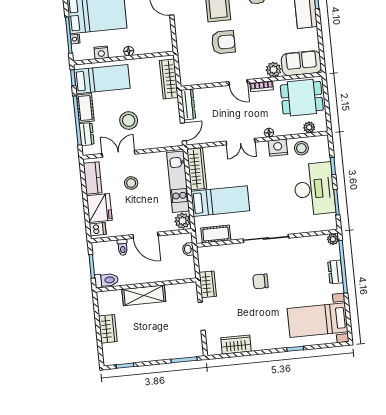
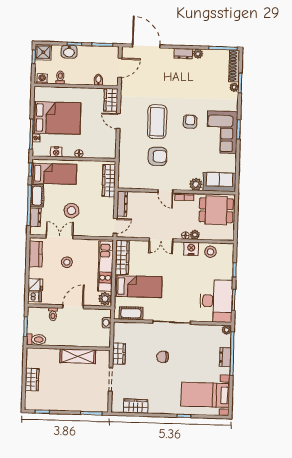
plant: (309, 127) -> (195, 235), moved
desk: (314, 189) -> (216, 301), moved
fridge: (99, 208) -> (35, 285), width x0.53, depth x0.75
door: (145, 235) -> (73, 307), swing flipped
shelving: (144, 295) -> (78, 356), moved

